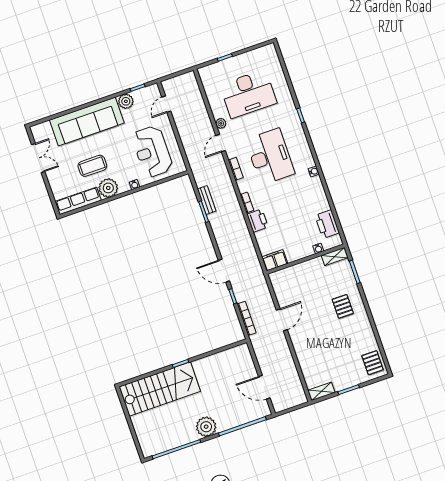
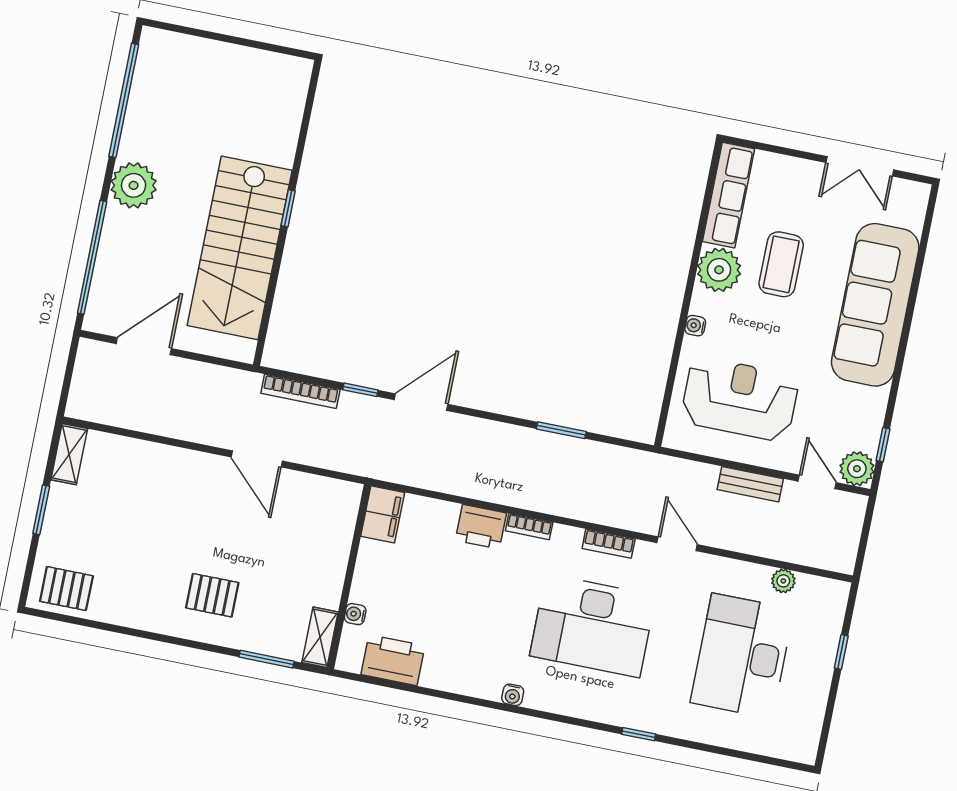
plant: (126, 101) -> (857, 469), moved
plant: (221, 123) -> (783, 581), moved
bench: (207, 200) -> (750, 484), moved
stairs: (160, 389) -> (240, 248), moved

